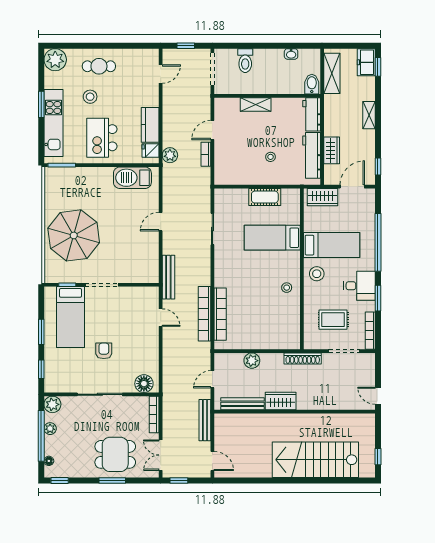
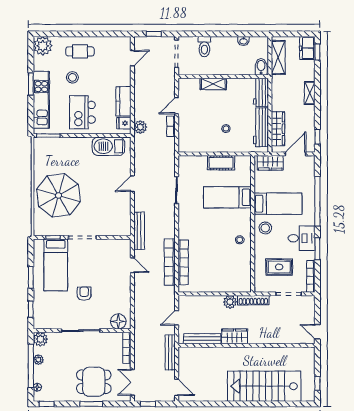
wardrobe: (332, 150) -> (278, 129), width x1.50
plant: (252, 361) -> (230, 302), moved

